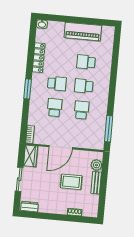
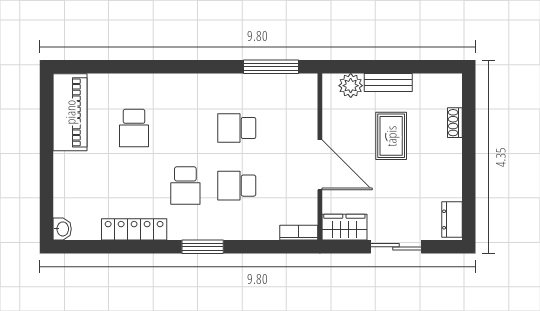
piano: (83, 32) -> (70, 112), moved
school desk: (57, 84) -> (185, 186), turned 180
school desk: (84, 86) -> (185, 128), removed

